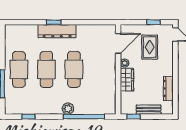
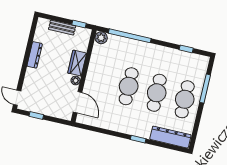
dresser: (57, 31) -> (170, 137), moved
door: (118, 43) -> (78, 102), swing flipped
rug: (150, 47) -> (46, 91), removed
dresser: (168, 88) -> (35, 55), moved
plant: (68, 109) -> (101, 38), moved

